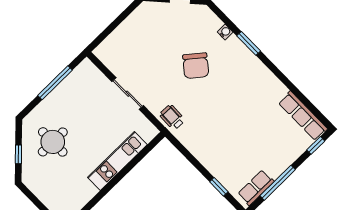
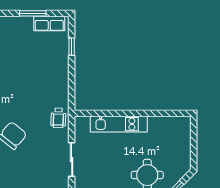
window: (278, 183) -> (33, 13), width x0.69

